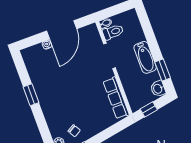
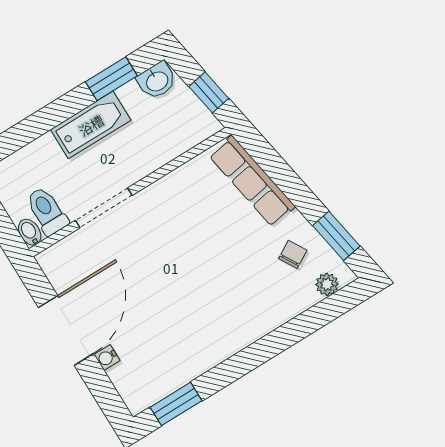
door: (62, 30) -> (66, 330), hinge flipped
window: (31, 95) -> (176, 404), moved
row of seats: (116, 98) -> (252, 181), moved, turned 80

